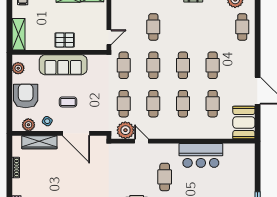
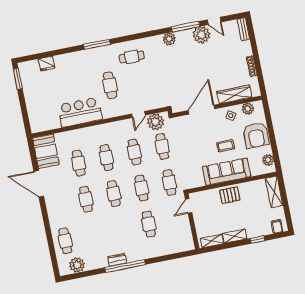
coffee table: (68, 102) -> (226, 146), moved
door: (76, 133) -> (202, 110), hinge flipped
door: (142, 141) -> (138, 115), hinge flipped

